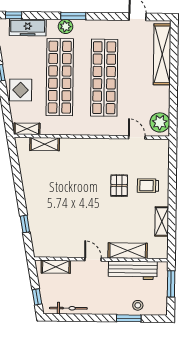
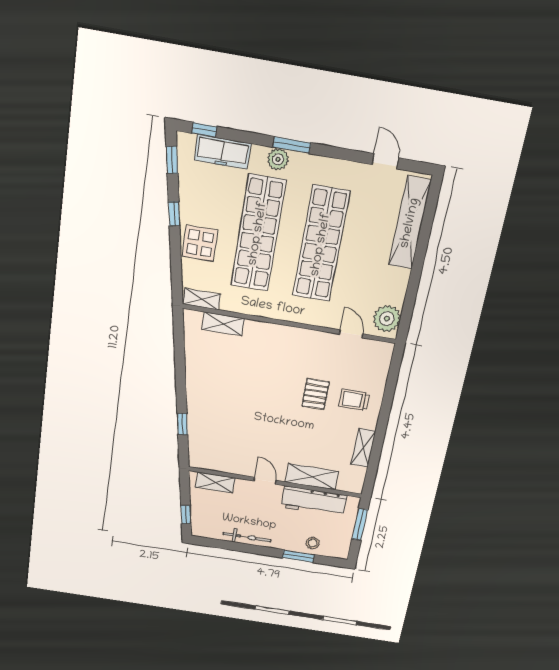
bicycle: (68, 308) -> (247, 537), moved

